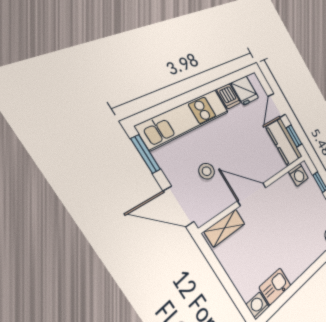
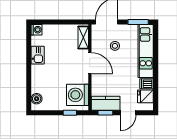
door: (277, 106) -> (128, 113), swing flipped
washing machine: (298, 175) -> (78, 95), width x1.89, depth x1.89
door: (252, 194) -> (90, 63), hinge flipped
kitchen sink: (275, 287) -> (38, 55), moved

